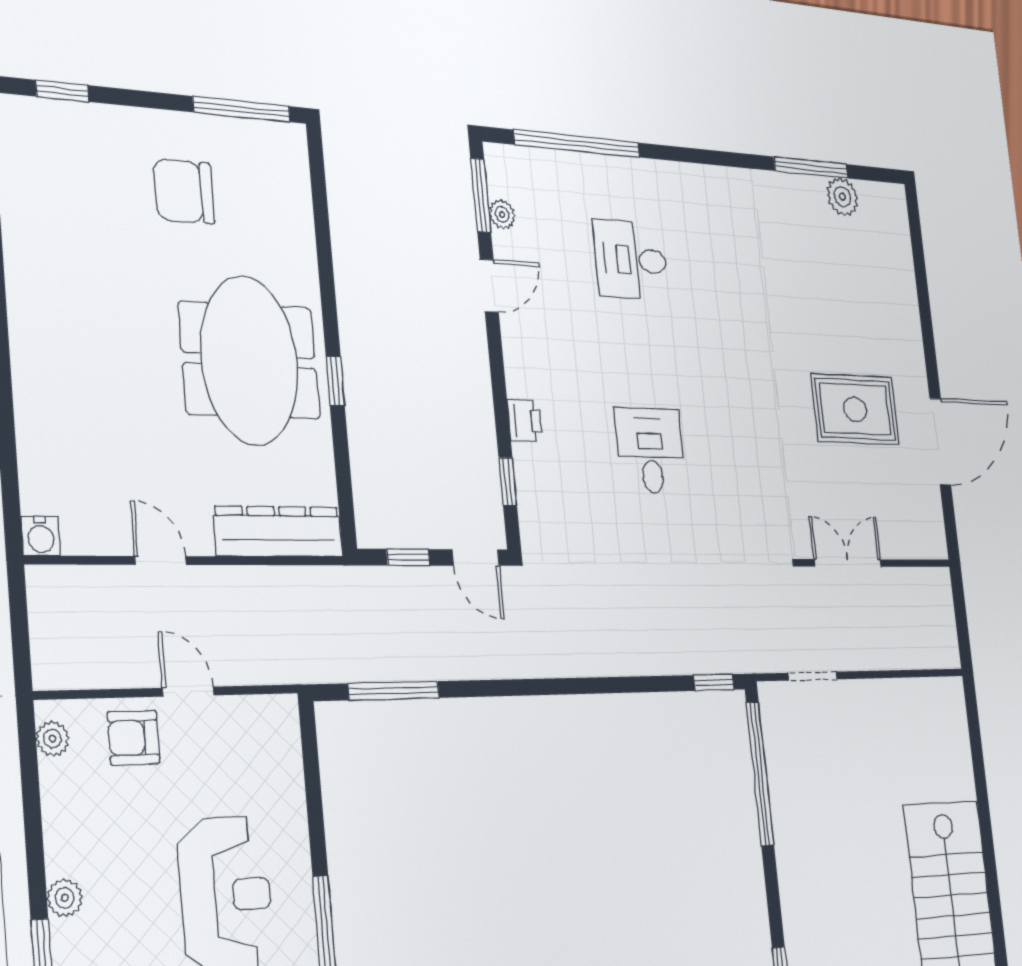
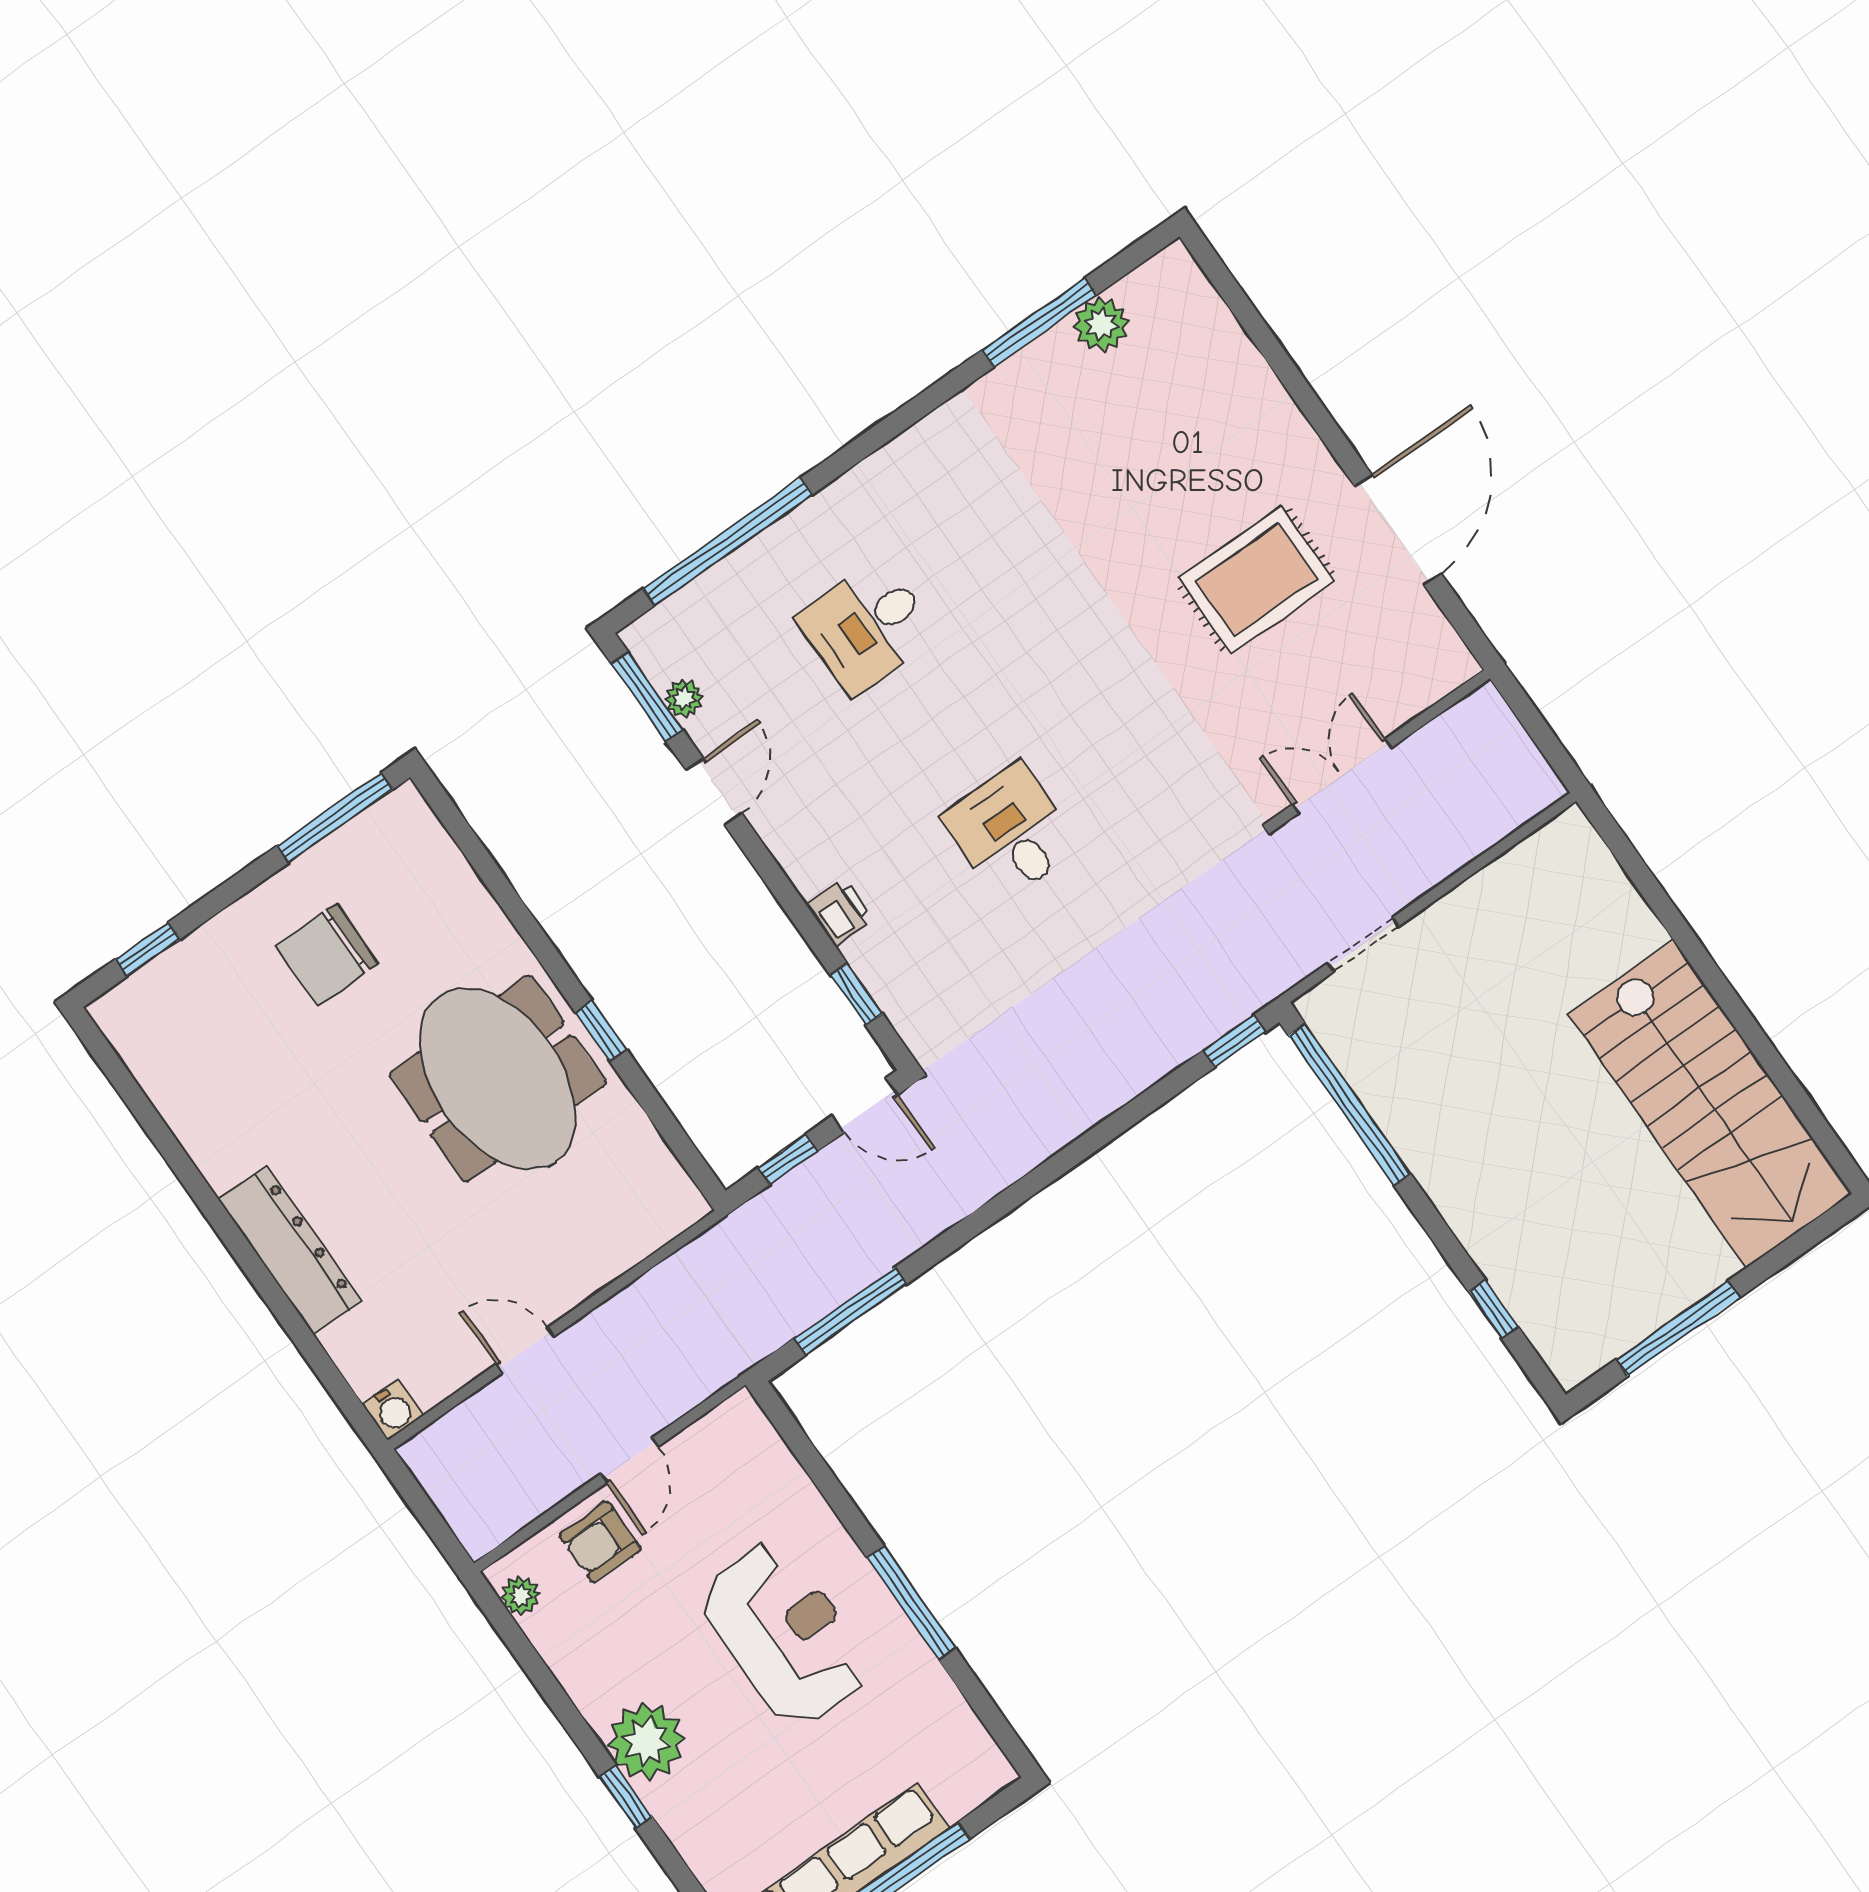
dresser: (278, 532) -> (290, 1250), moved, turned 90
door: (188, 692) -> (630, 1460), swing flipped
plant: (65, 898) -> (646, 1741), width x1.88, depth x1.88

